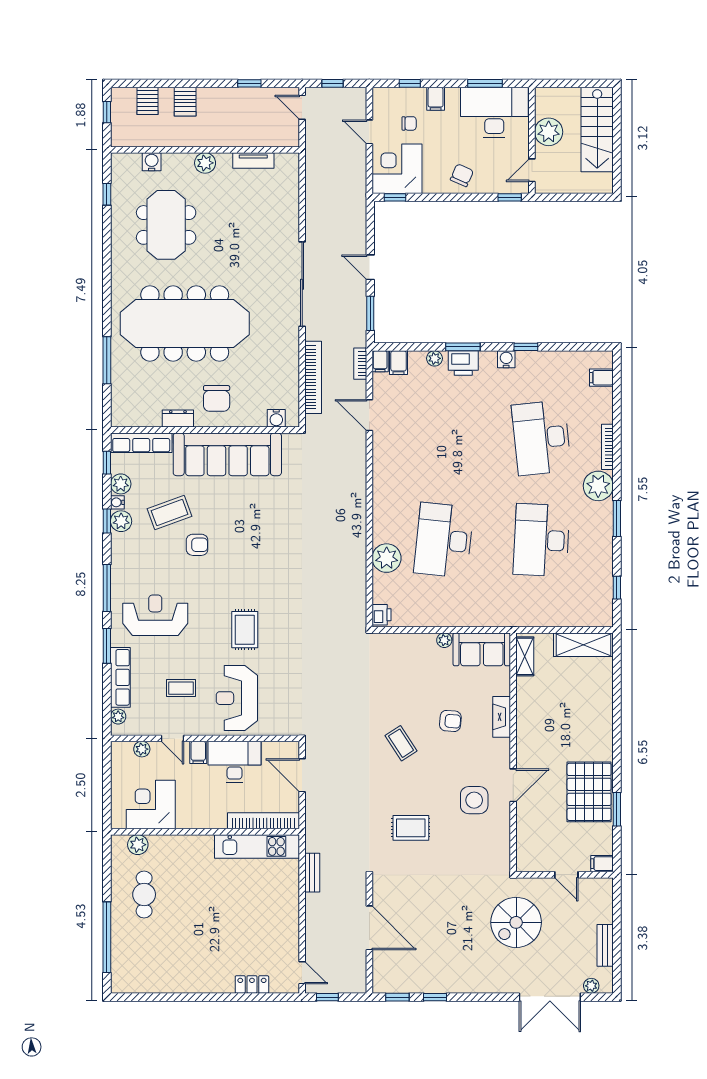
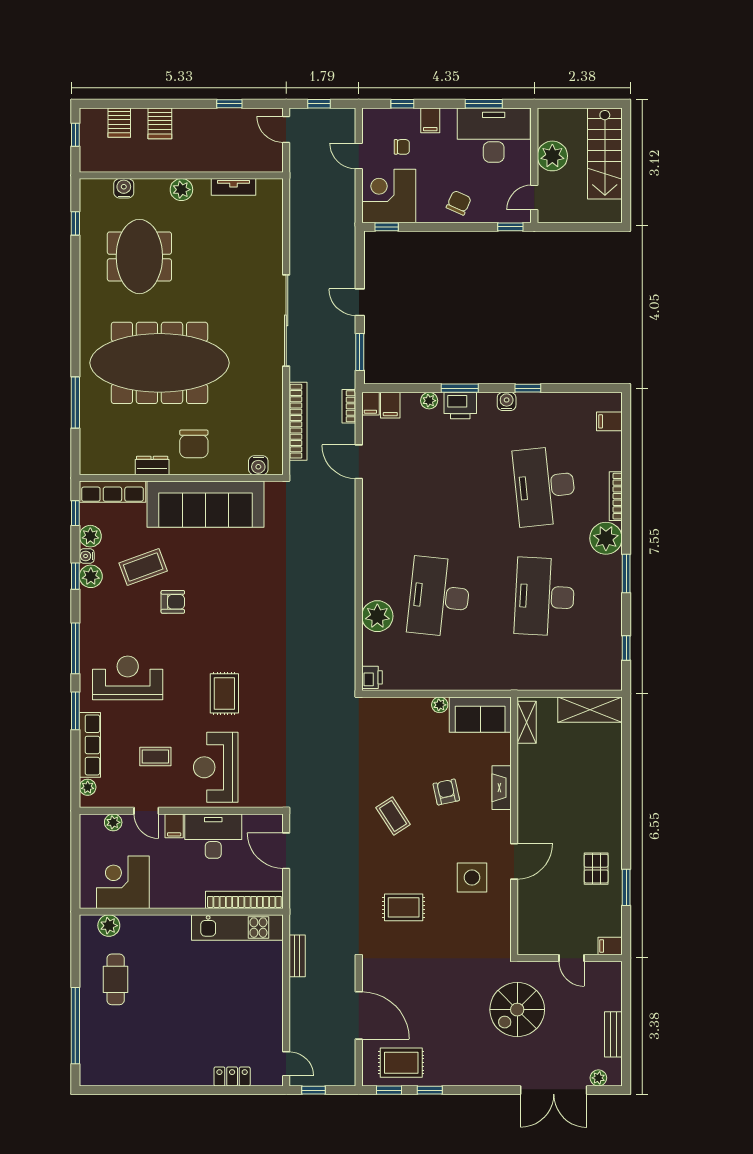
armchair: (450, 721) -> (446, 792), turned -107
pallet: (589, 792) -> (596, 869), width x0.49, depth x0.50
rug: (409, 972) -> (401, 1063), added

